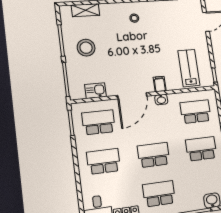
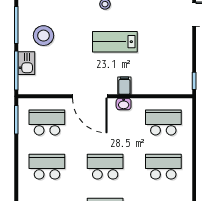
lab bench: (189, 68) -> (115, 42), moved, turned -90
kitchen sink: (95, 91) -> (26, 63), moved, turned 90
door: (132, 96) -> (90, 96), hinge flipped

